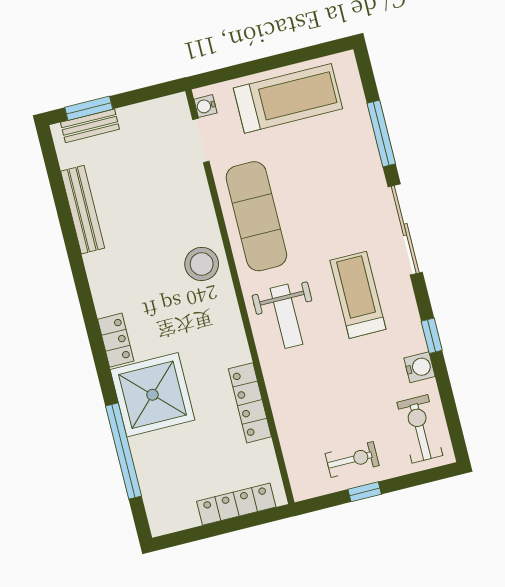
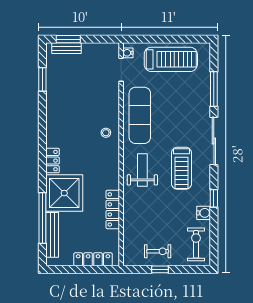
window: (60, 195) -> (42, 79), added
bench: (83, 210) -> (52, 235), moved
stool: (202, 264) -> (106, 133), width x0.53, depth x0.53
treadmill: (358, 295) -> (181, 168), turned 180
weight bench: (286, 316) -> (142, 170), turned 180

